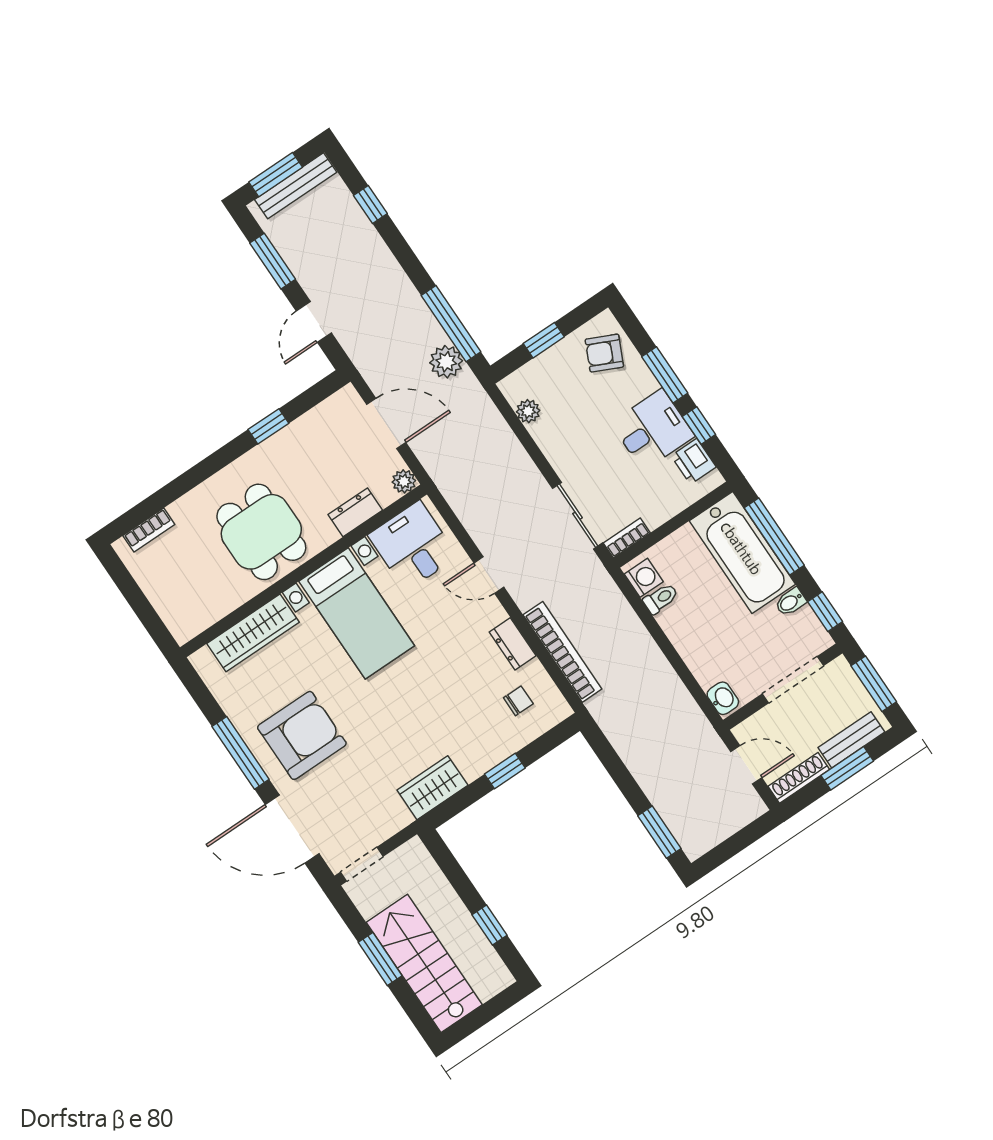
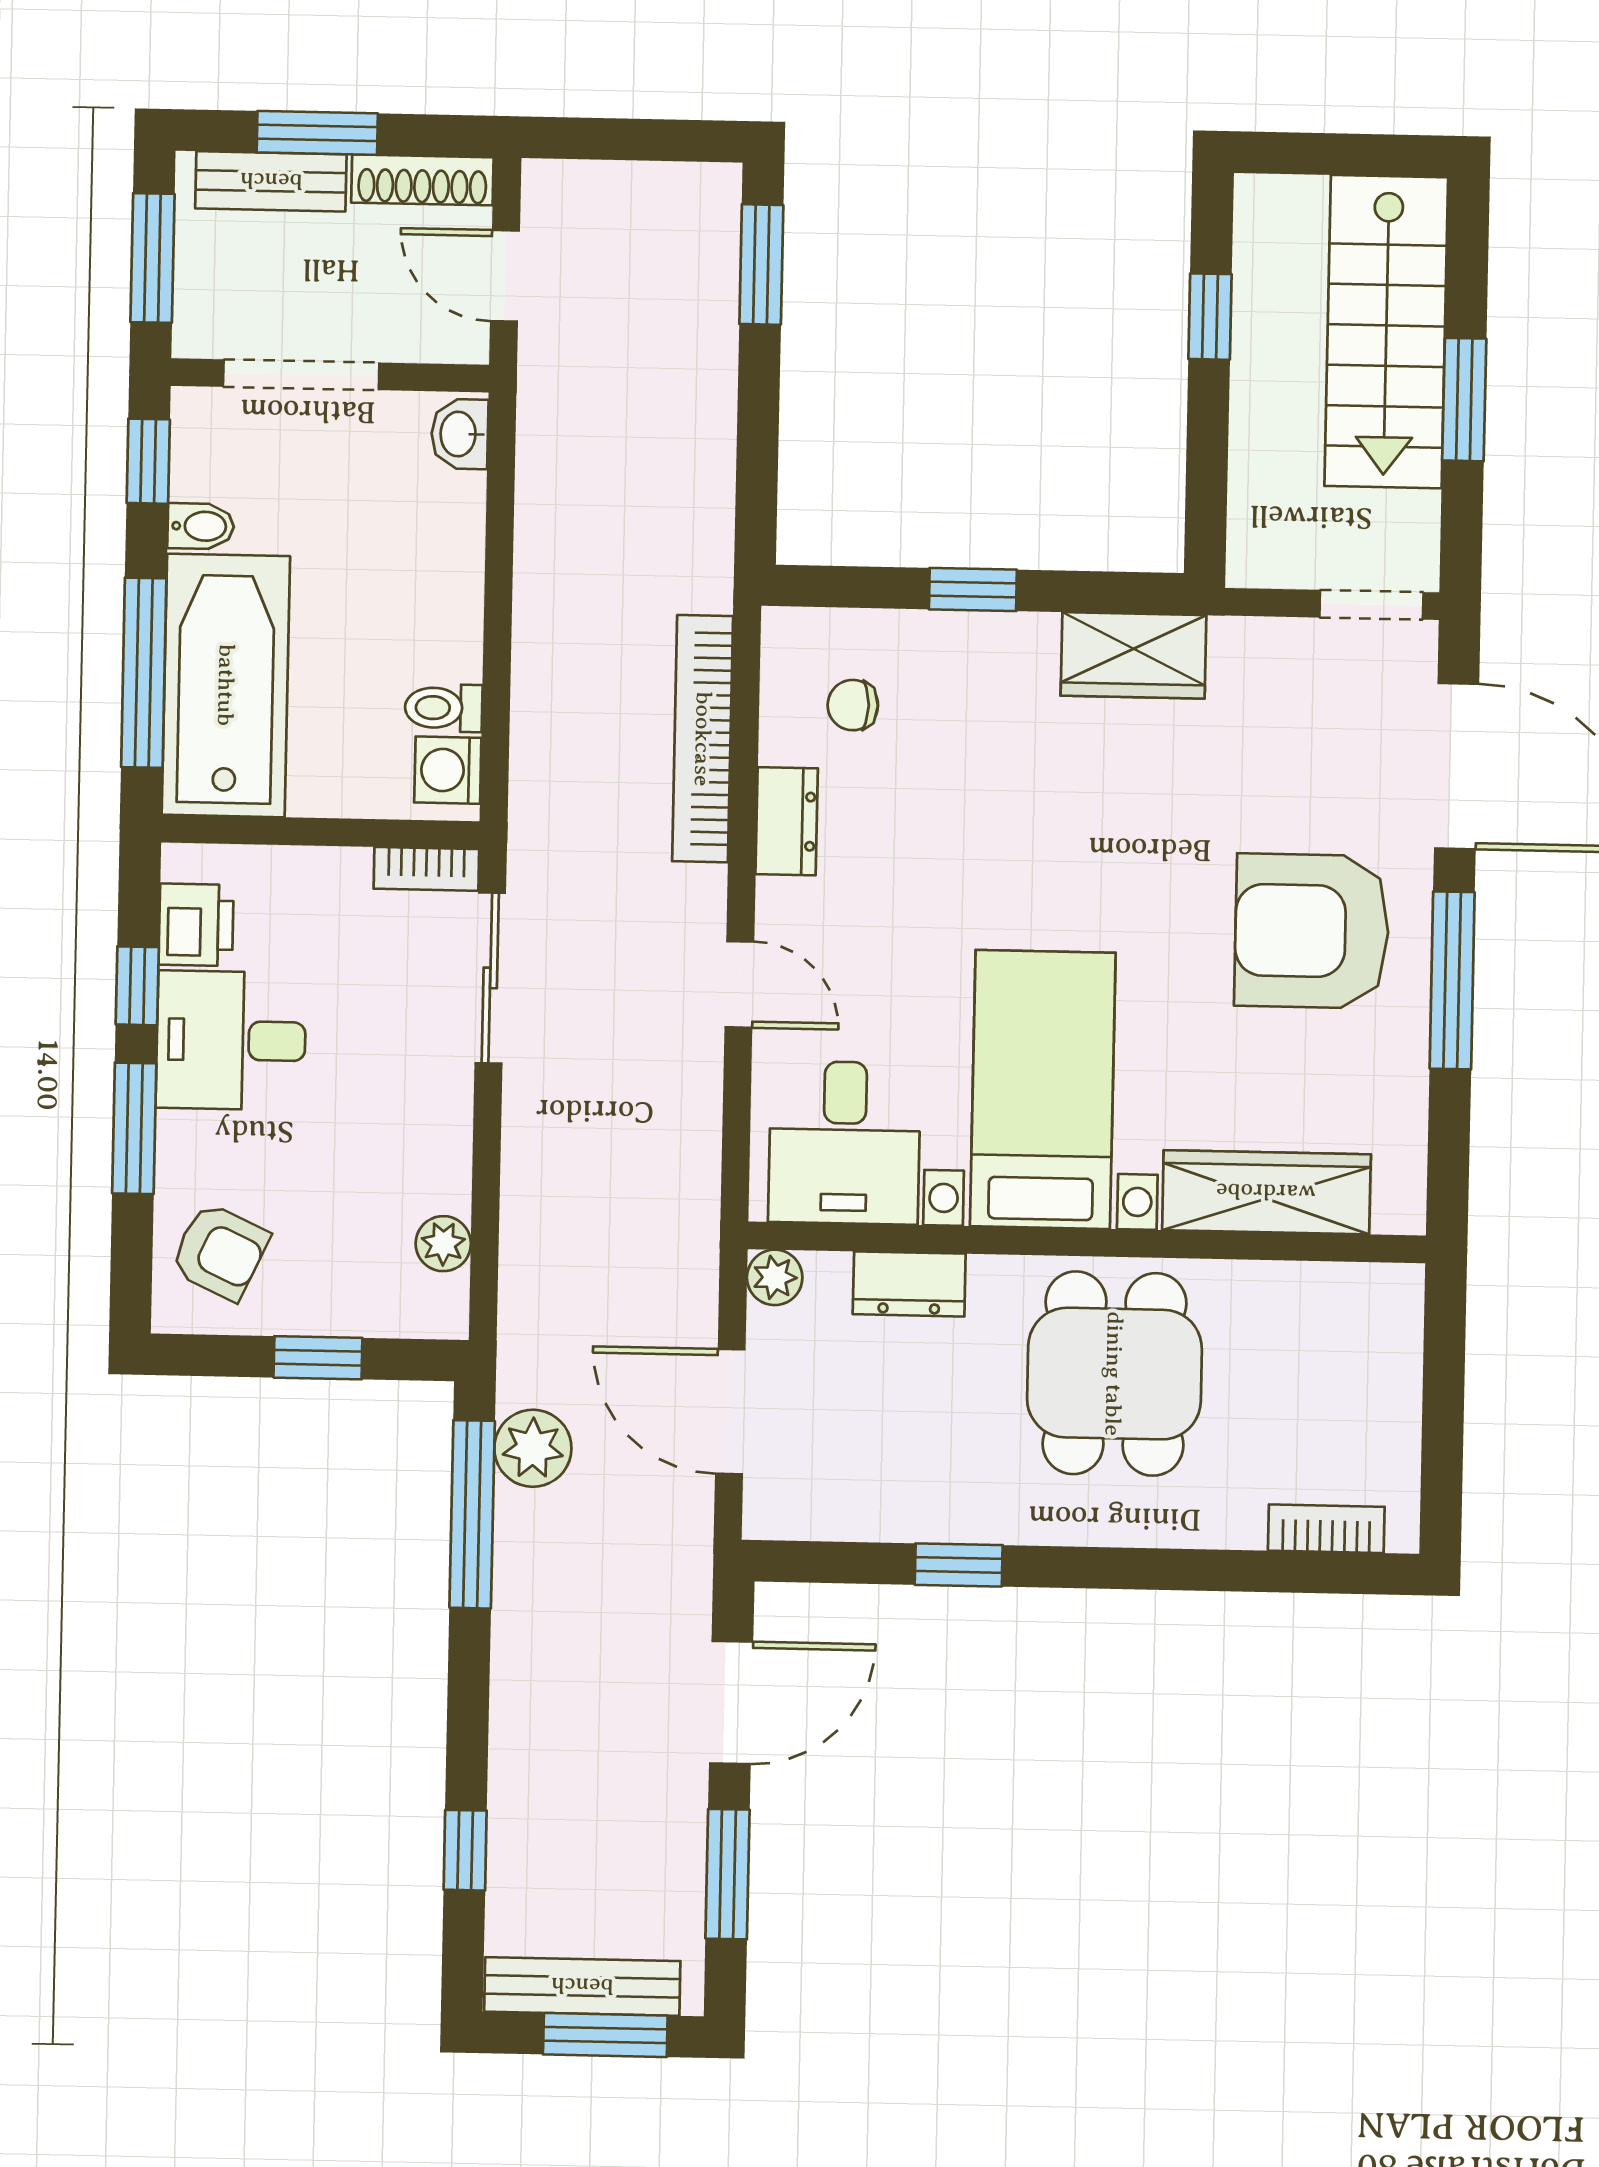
door: (314, 322) -> (731, 1703), width x1.38

